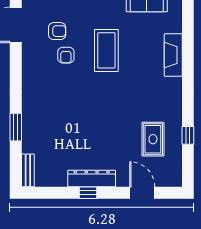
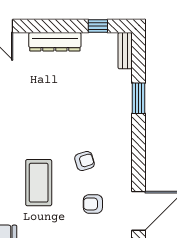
armchair: (66, 55) -> (85, 161), moved, turned 73
window: (88, 193) -> (98, 26), moved

